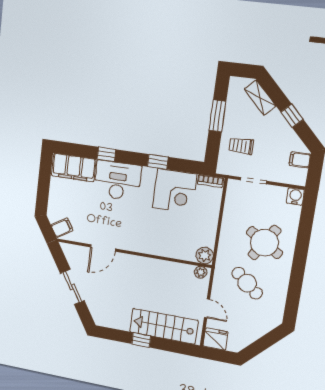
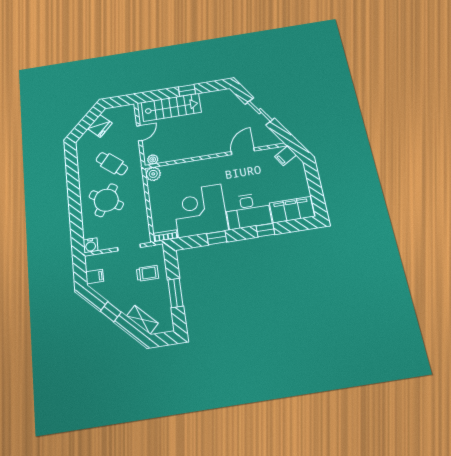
corner desk: (175, 191) -> (200, 211), width x1.36, depth x1.36
door: (207, 308) -> (139, 133), swing flipped
fridge: (216, 339) -> (100, 126), moved, turned -45

